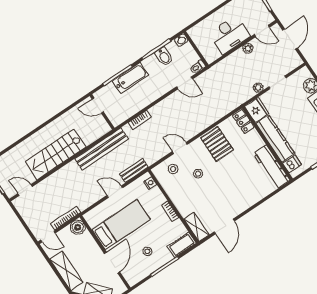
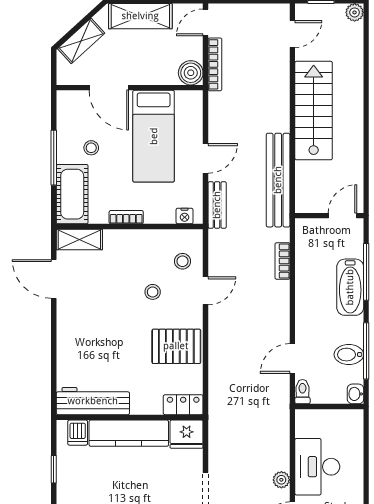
plant: (258, 88) -> (216, 457), removed
cot: (182, 245) -> (72, 194), width x1.37, depth x1.34

